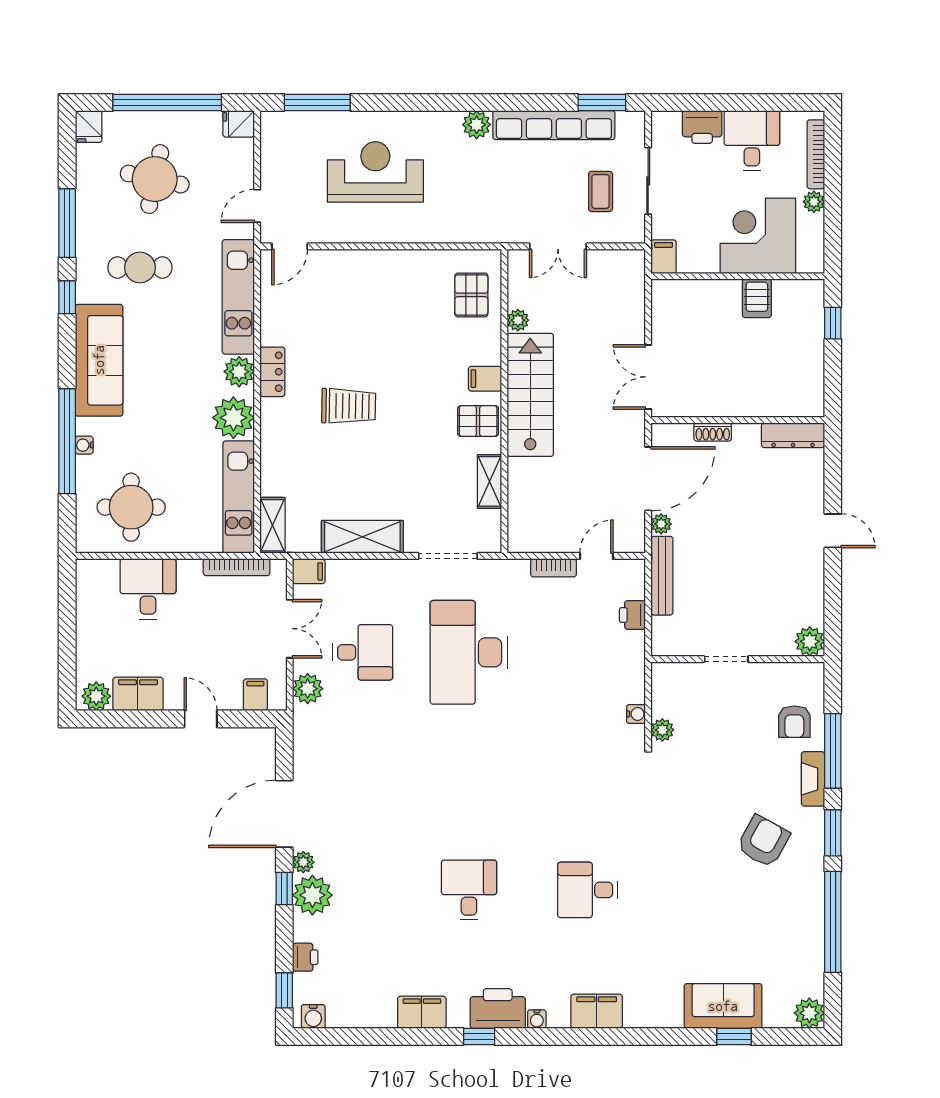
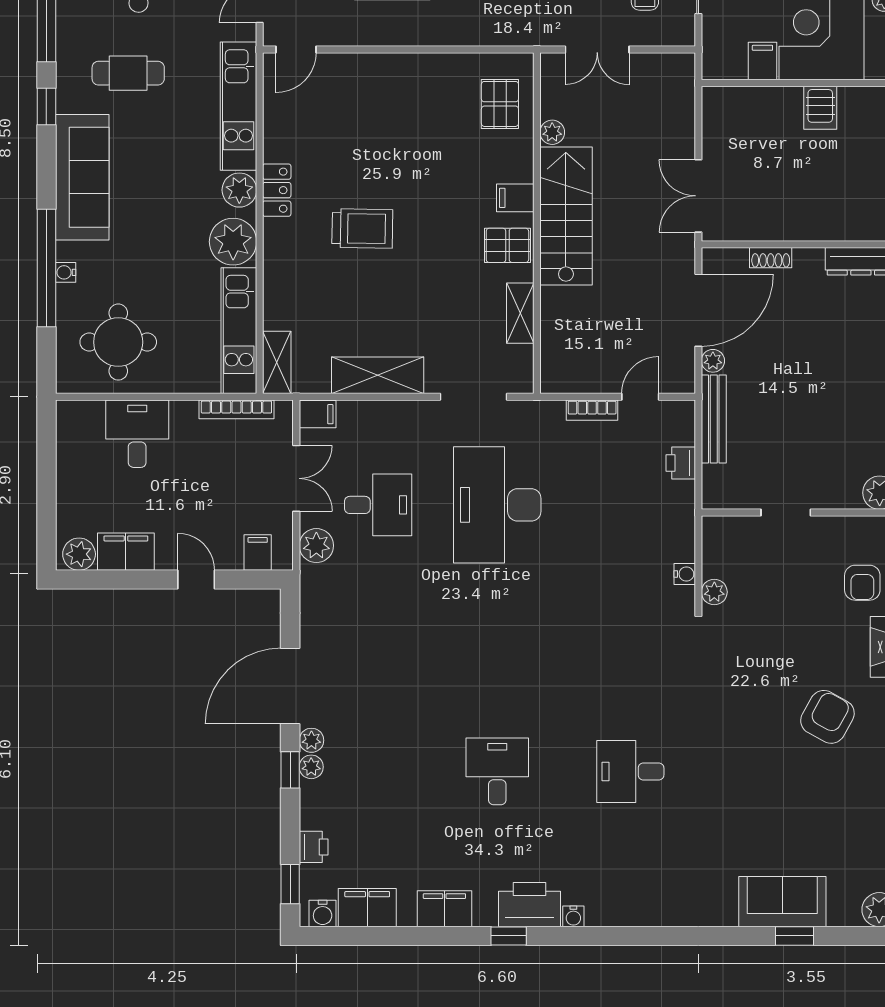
filing cabinet: (664, 257) -> (762, 61), moved
plant: (312, 895) -> (311, 767), width x0.53, depth x0.53
filing cabinet: (597, 1011) -> (367, 908), moved

